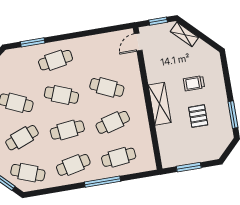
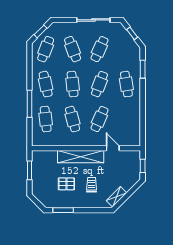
shelving: (184, 34) -> (116, 197), moved
door: (138, 42) -> (113, 148), moved
shelving: (160, 104) -> (81, 157), width x1.47

